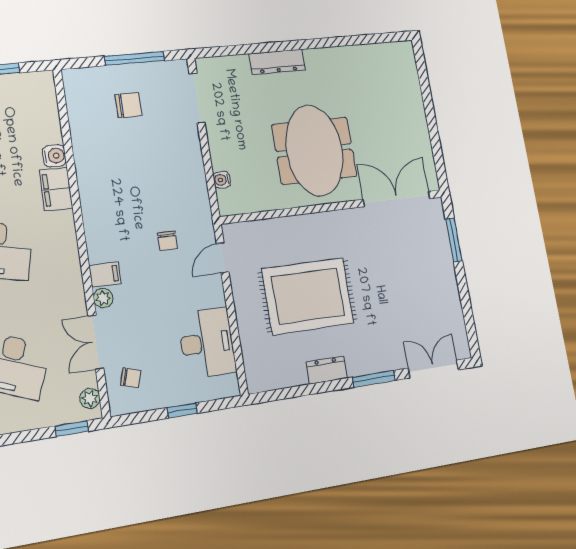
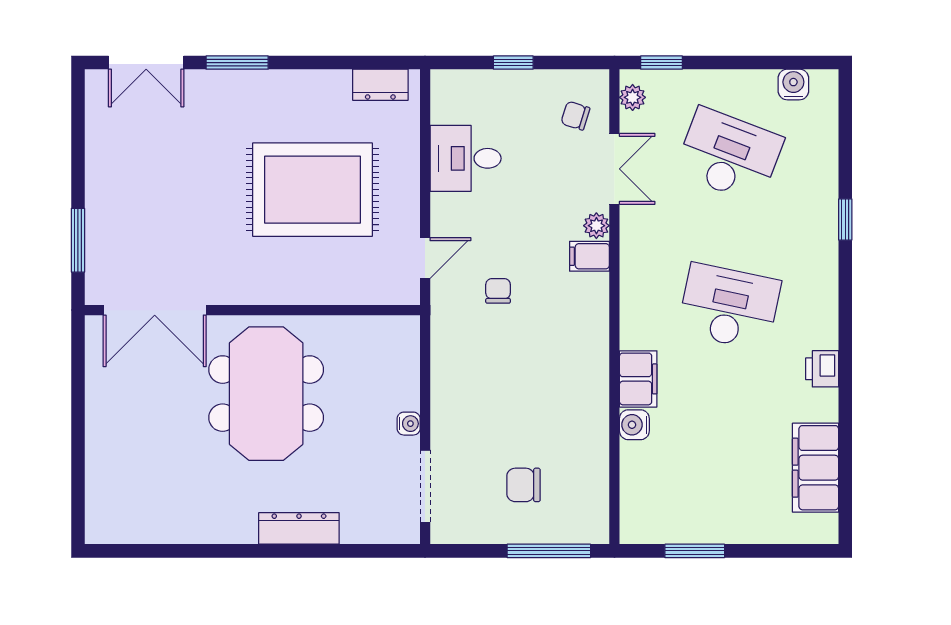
window: (135, 58) -> (549, 551), moved
water cooler: (222, 180) -> (409, 424), moved
desk: (207, 343) -> (466, 158), width x0.73
dresser: (327, 370) -> (380, 85), moved

